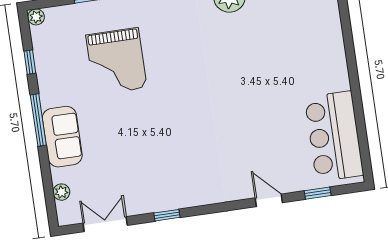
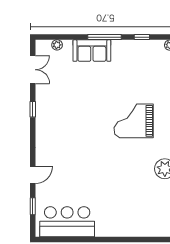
grand piano: (116, 61) -> (134, 121), moved

